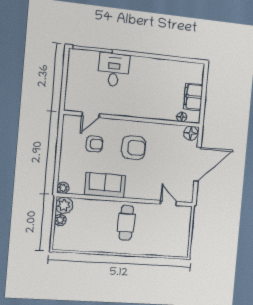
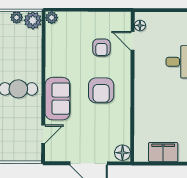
floor lamp: (182, 117) -> (140, 25), moved
sofa: (105, 185) -> (58, 99), moved

